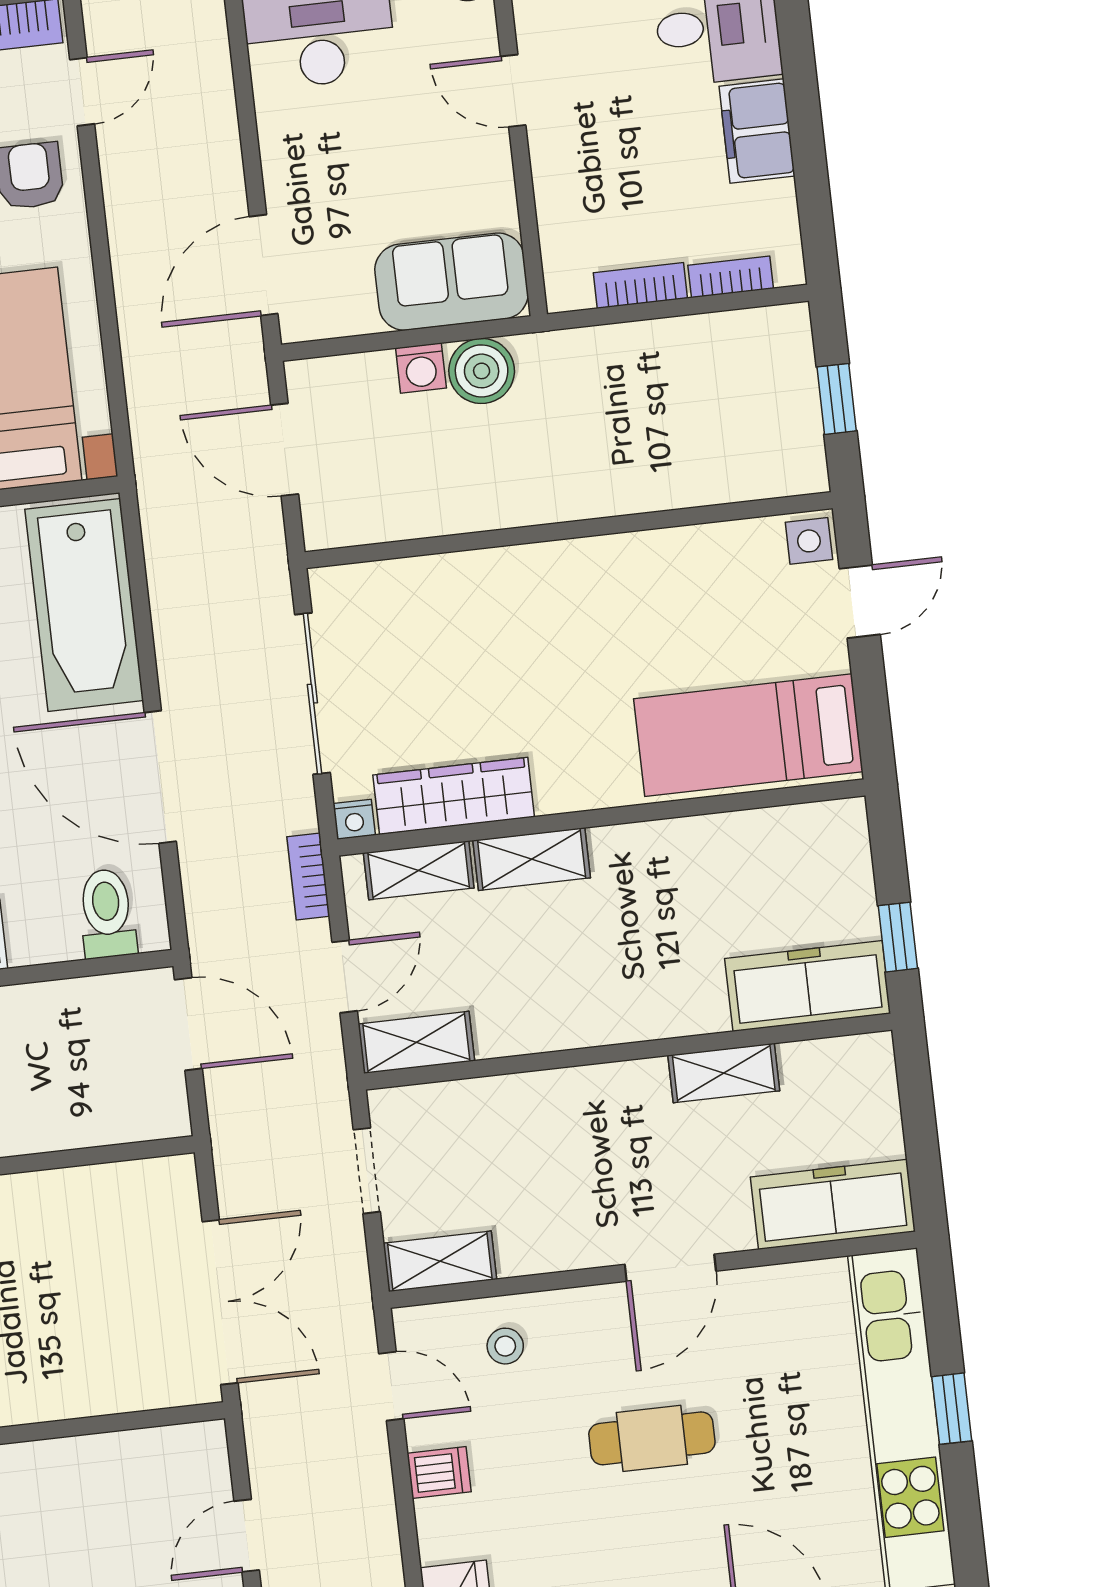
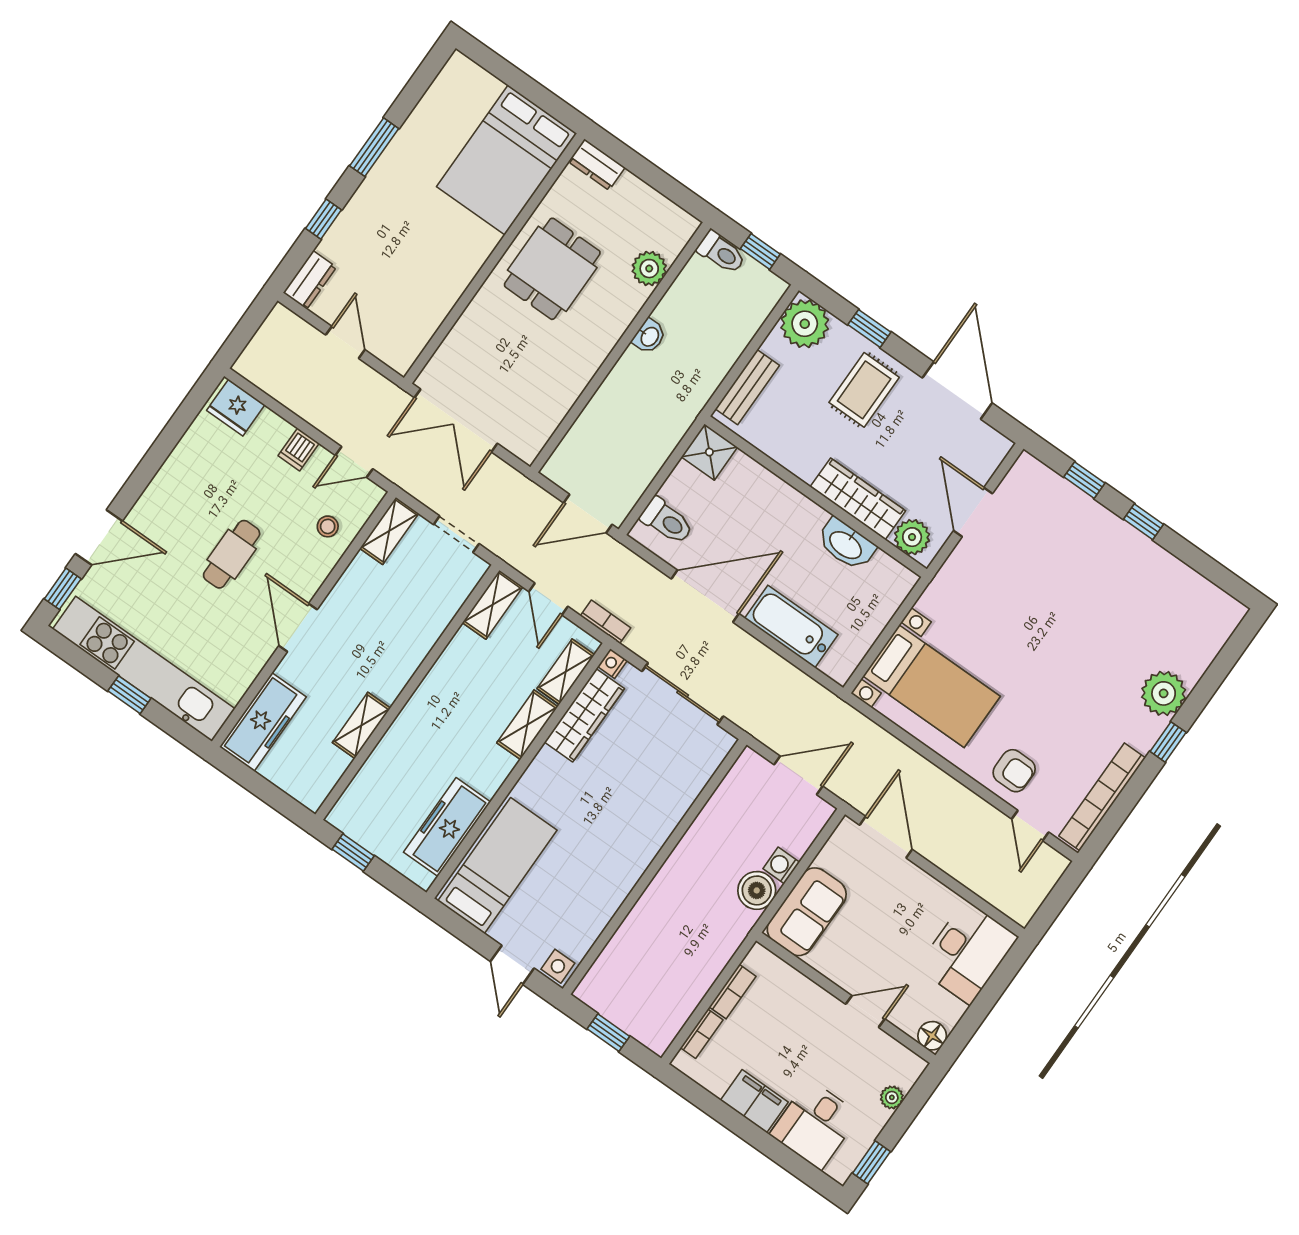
bathtub: (84, 605) -> (791, 626), width x0.73, depth x0.73
freezer: (808, 986) -> (447, 827), moved, turned 180

